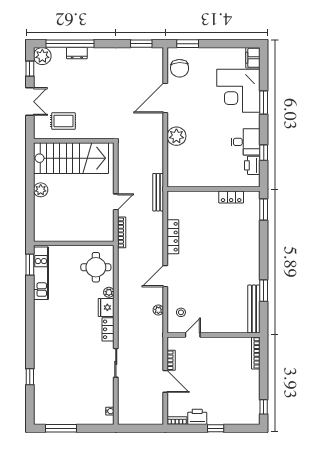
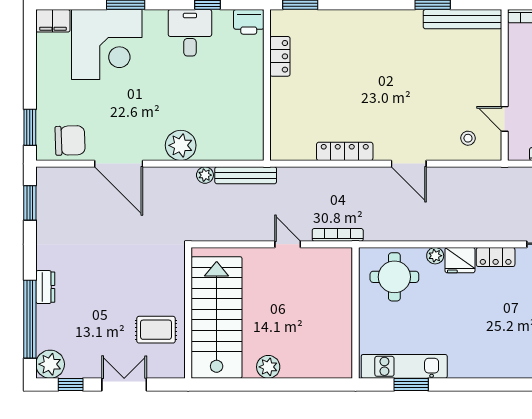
dresser: (77, 53) -> (45, 287), moved
rug: (63, 121) -> (156, 330), turned 90
printer: (252, 165) -> (249, 22), moved
bench: (158, 192) -> (246, 175), moved
window: (30, 265) -> (411, 384), moved
plant: (158, 310) -> (205, 175), moved

